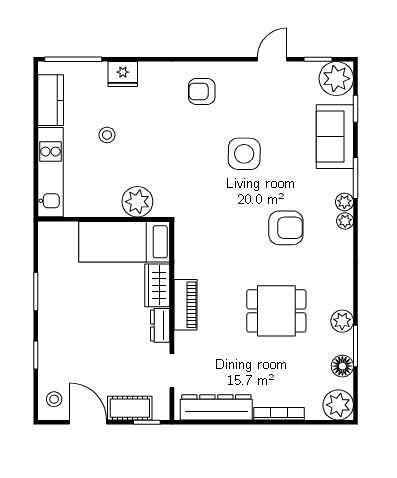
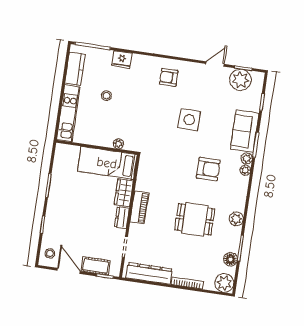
plant: (336, 79) -> (240, 80), moved
sofa: (335, 137) -> (245, 131), moved
plant: (137, 202) -> (118, 144), width x0.53, depth x0.53
plant: (342, 321) -> (236, 219), moved

